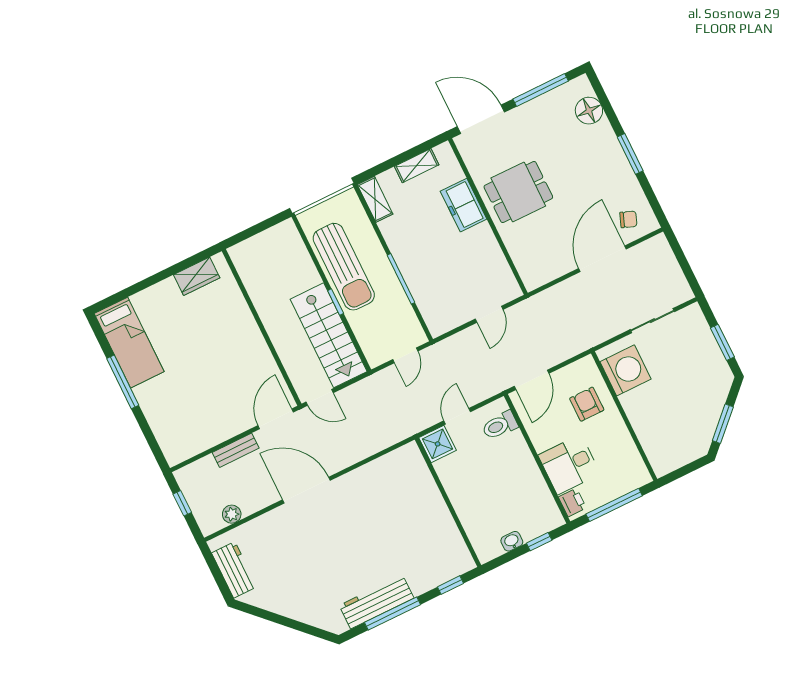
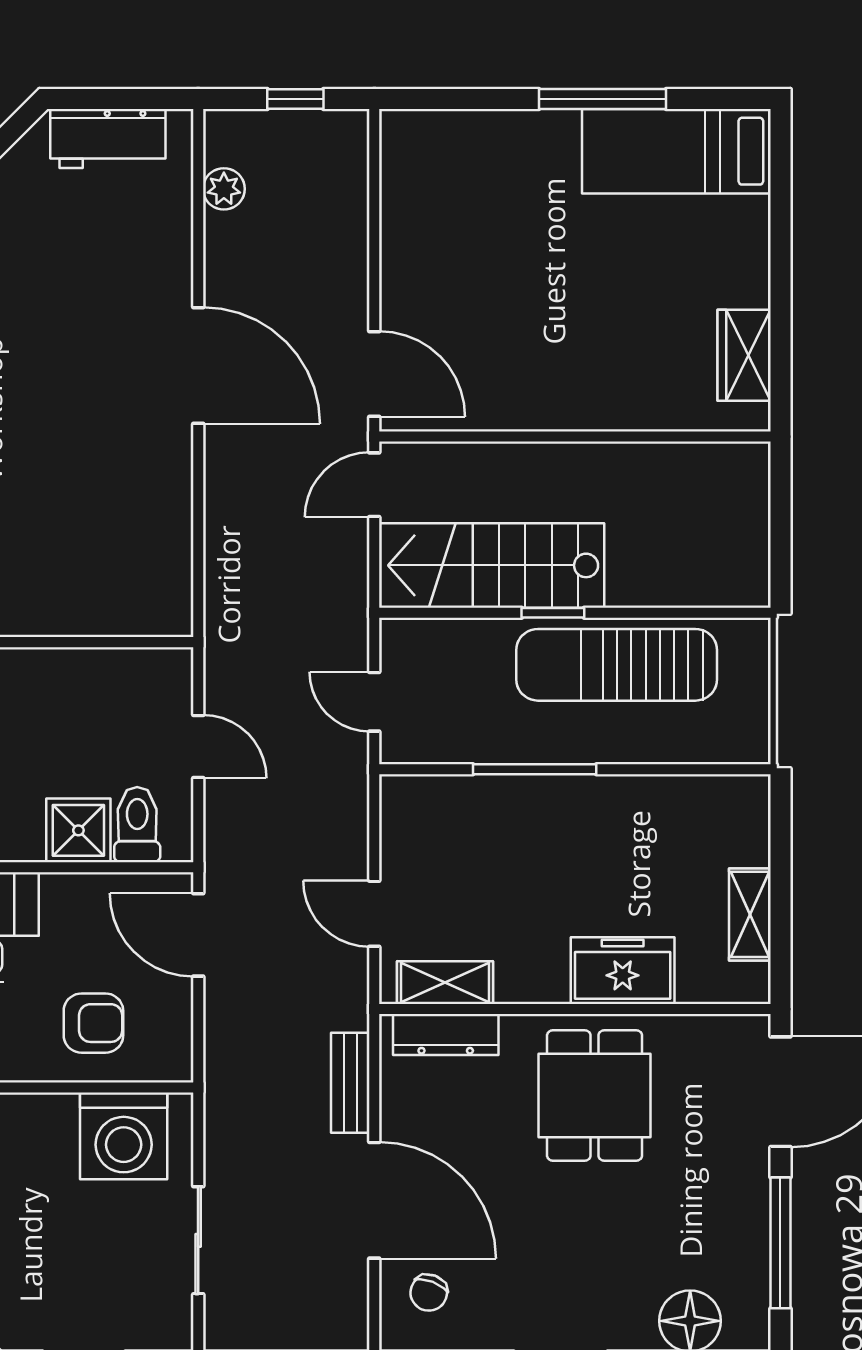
shelving: (375, 199) -> (445, 983), moved
dresser: (523, 263) -> (446, 1035), added
shower: (438, 444) -> (78, 830), moved
bench: (236, 450) -> (350, 1083), moved
door: (306, 490) -> (198, 365), hinge flipped

